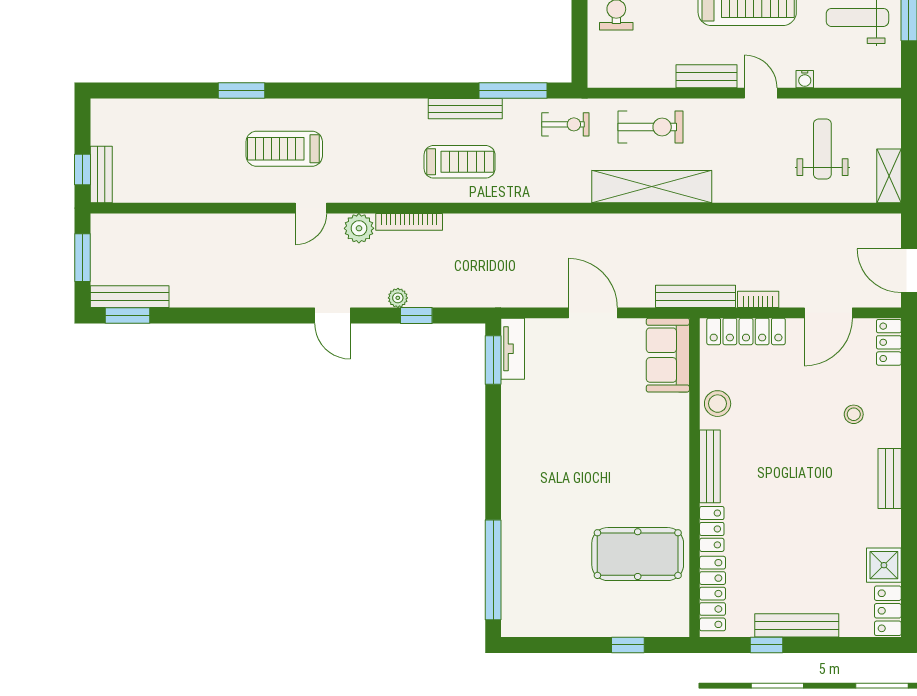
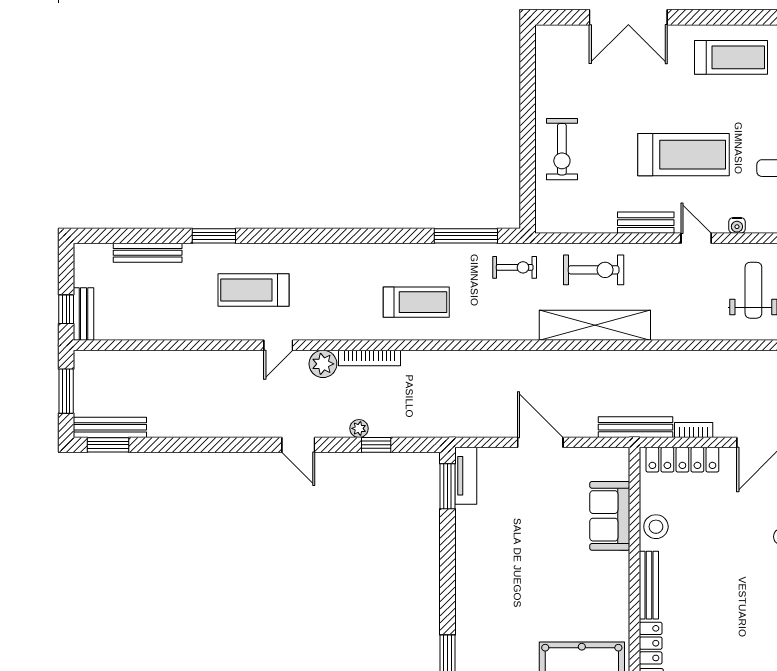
bench: (465, 109) -> (148, 253), moved
sofa: (668, 355) -> (610, 516), moved

